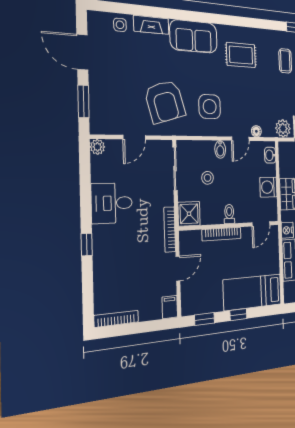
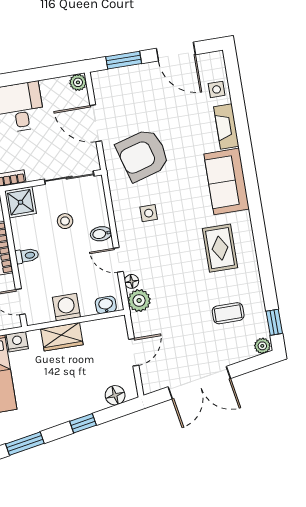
door: (82, 52) -> (176, 51), swing flipped
side table: (210, 107) -> (149, 213), width x0.54, depth x0.54
plant: (283, 128) -> (139, 300), moved
door: (134, 137) -> (96, 123), width x1.38

